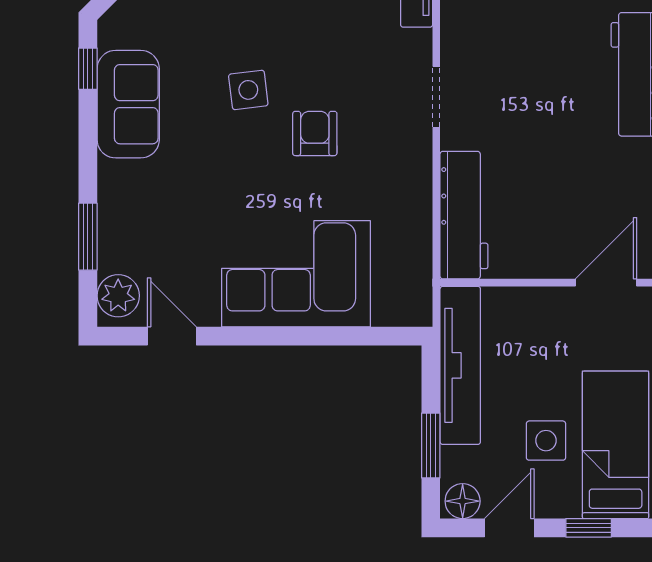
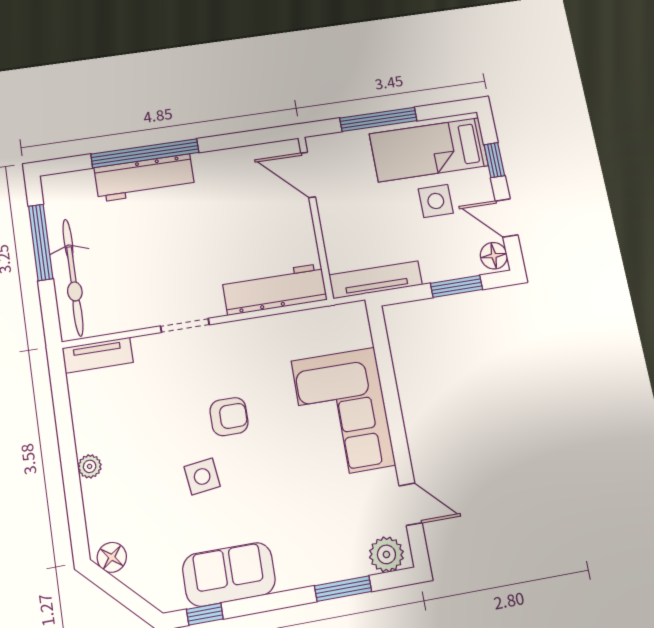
armchair: (315, 133) -> (229, 417), turned 180
door: (172, 336) -> (411, 504), swing flipped
tv unit: (460, 365) -> (376, 280), width x0.73, depth x0.78

